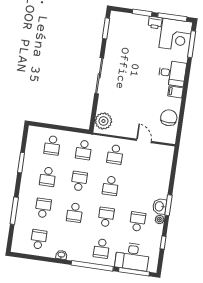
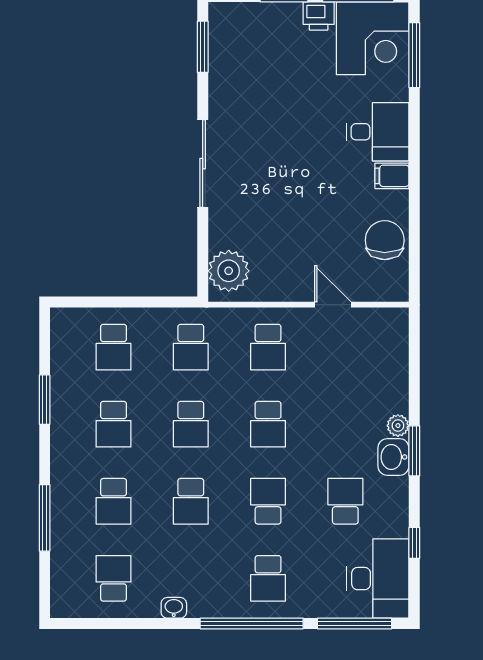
school desk: (79, 181) -> (191, 424), turned 180
school desk: (43, 208) -> (114, 501), turned 180
plant: (160, 219) -> (398, 426), moved
desk: (132, 256) -> (378, 579), moved, turned -90

